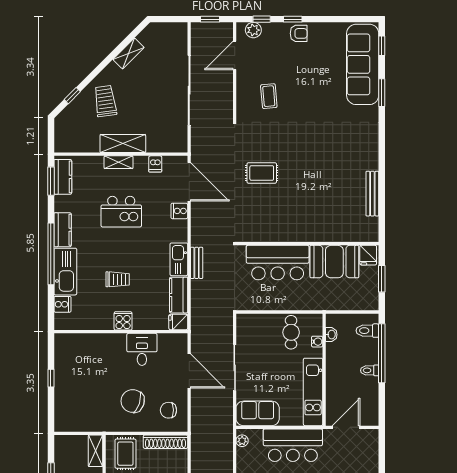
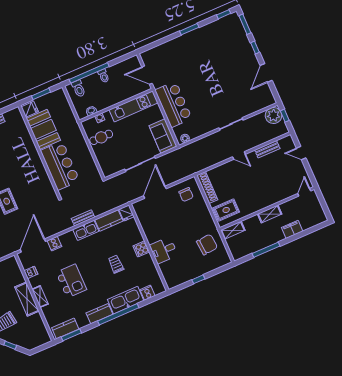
desk: (142, 349) -> (164, 250), moved
chair: (133, 401) -> (207, 245), moved, turned -113

